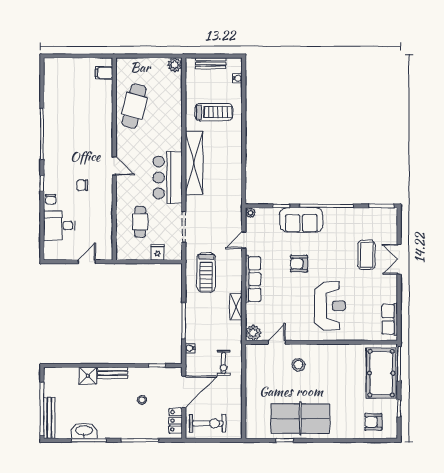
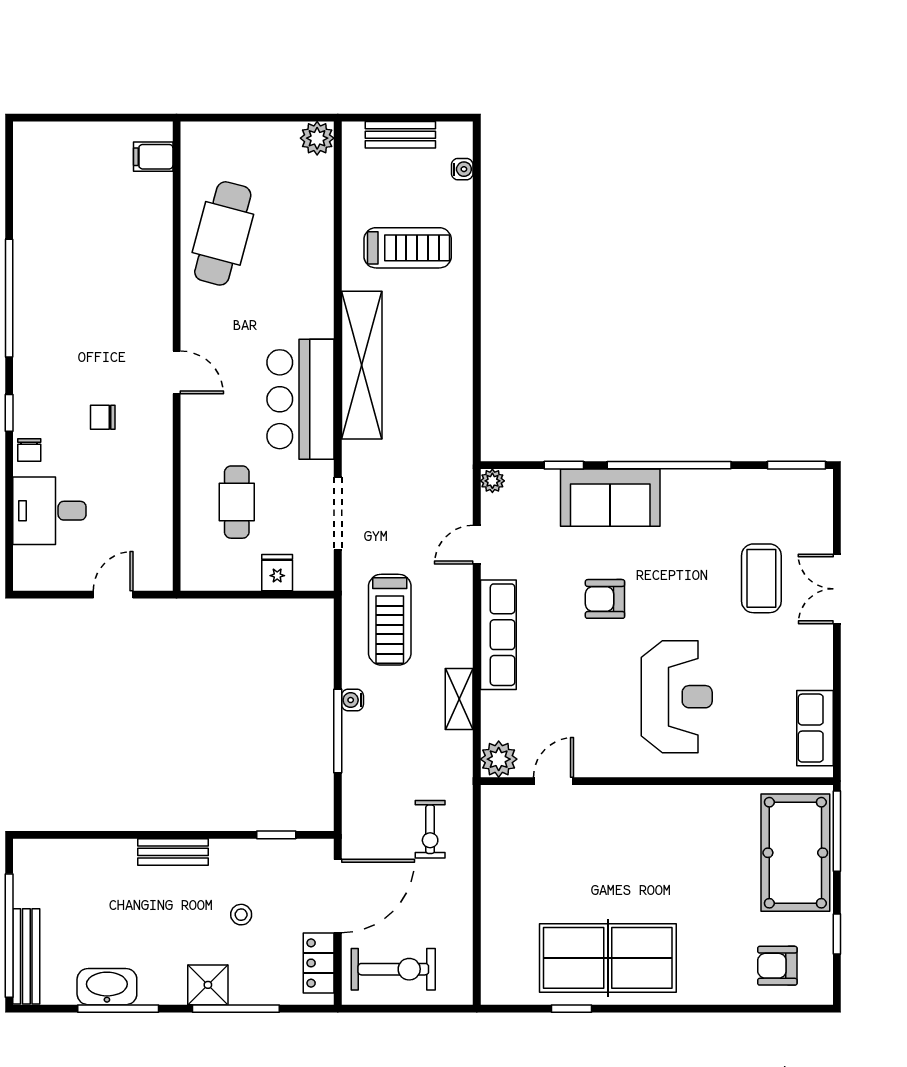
water cooler: (190, 348) -> (352, 700), moved
stool: (298, 365) -> (604, 833), removed
shower: (88, 376) -> (208, 985), moved

